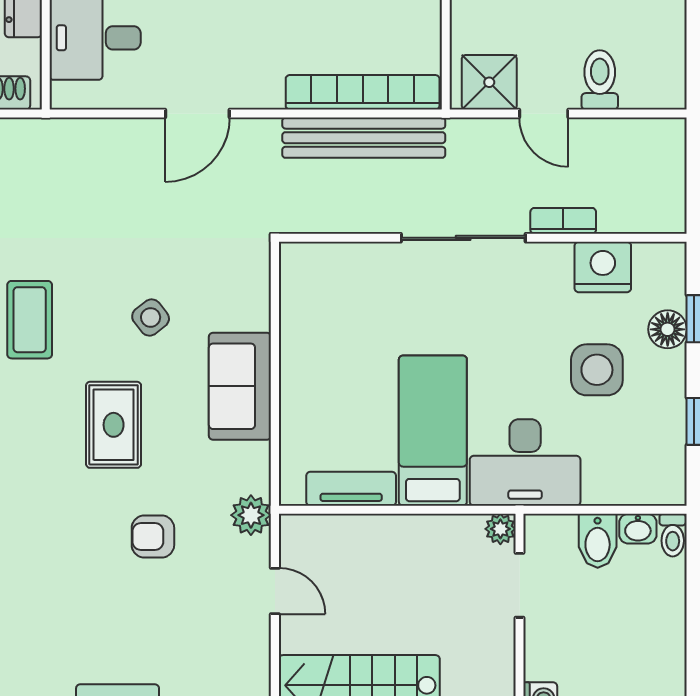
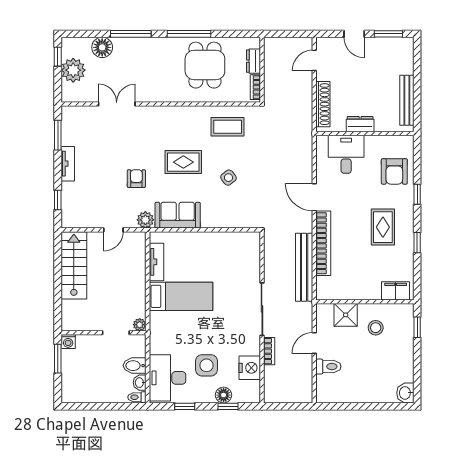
shower: (489, 82) -> (346, 315), moved
bookcase: (363, 92) -> (323, 243), moved
sofa: (240, 386) -> (178, 215), moved
desk: (525, 463) -> (167, 378), moved

